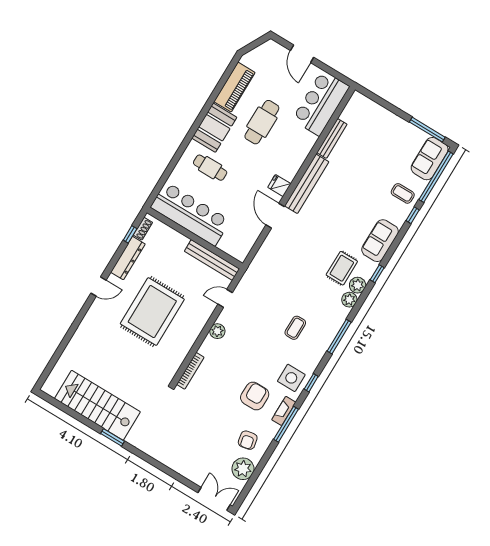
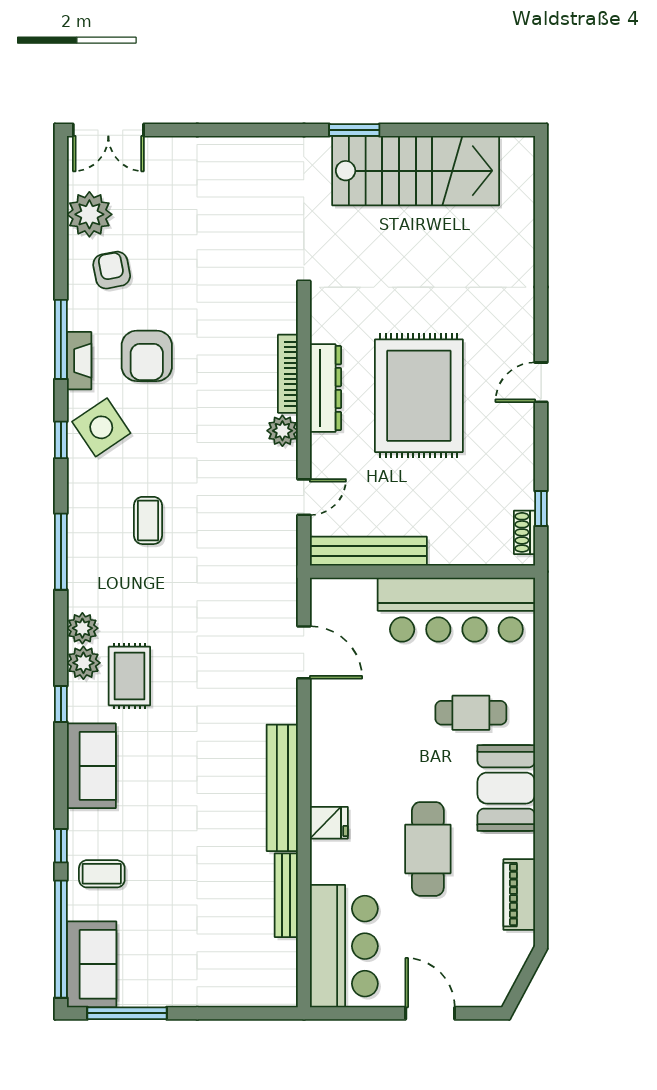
piano: (234, 87) -> (519, 895), width x0.73, depth x0.75
fridge: (279, 186) -> (329, 823), moved
door: (275, 216) -> (304, 652), moved
dresser: (128, 258) -> (326, 388), moved, turned 180
bookcase: (190, 371) -> (288, 374), moved
side table: (291, 378) -> (101, 427), turned -34

